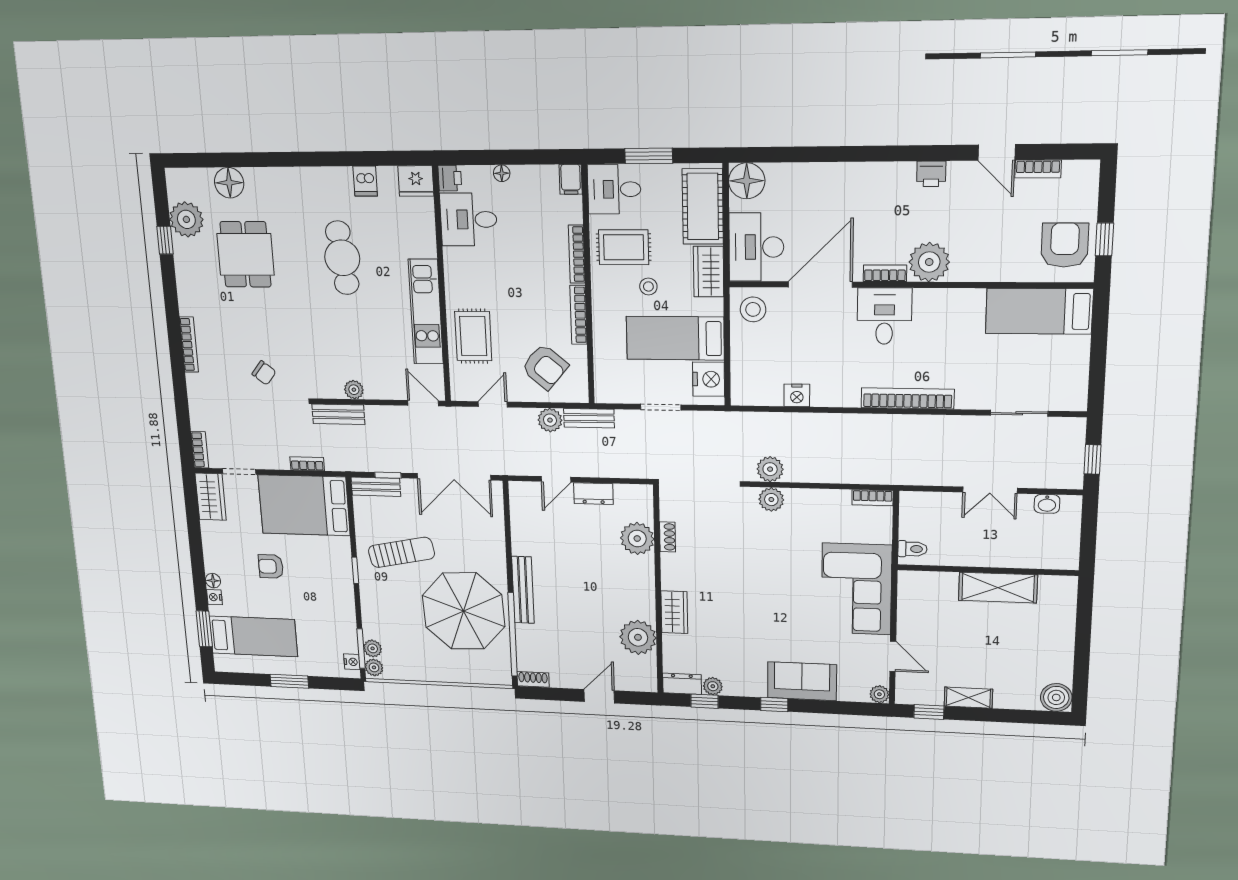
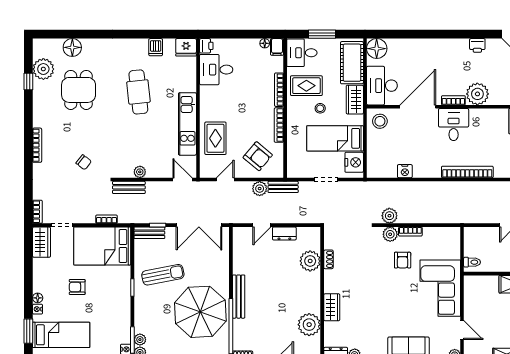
floor lamp: (502, 173) -> (265, 43), moved
bookcase: (873, 498) -> (410, 232), moved
armchair: (792, 542) -> (403, 260), added

